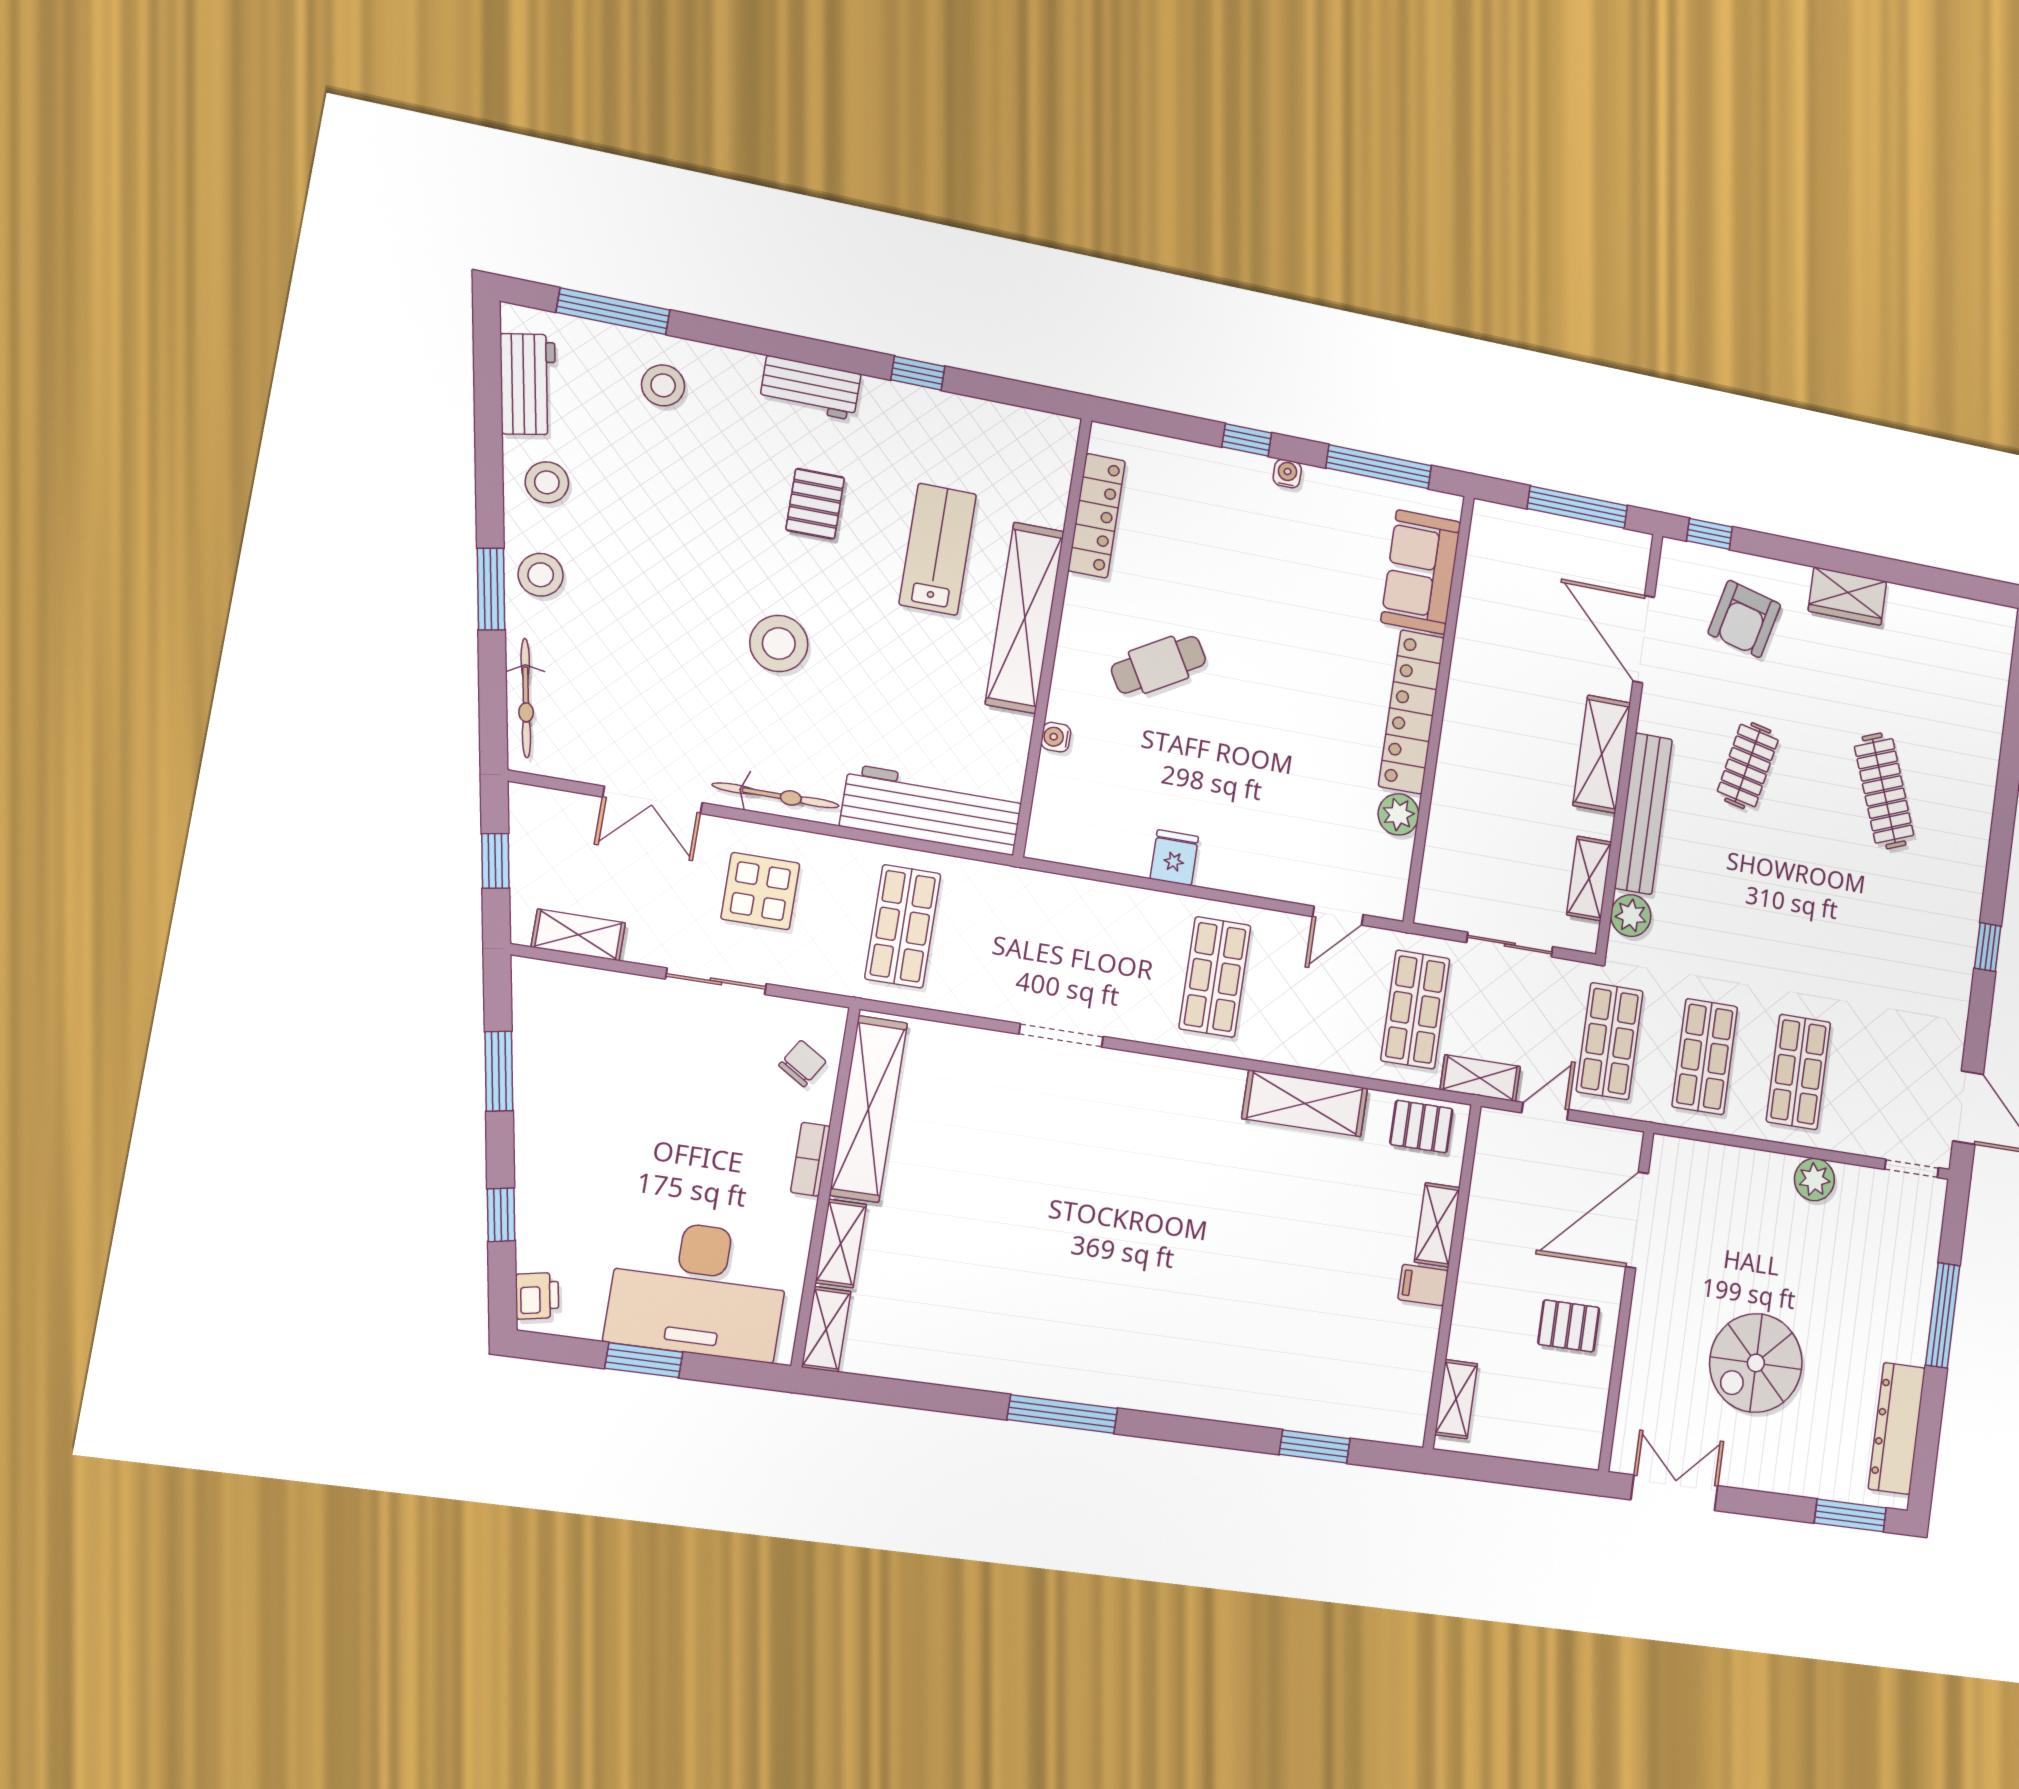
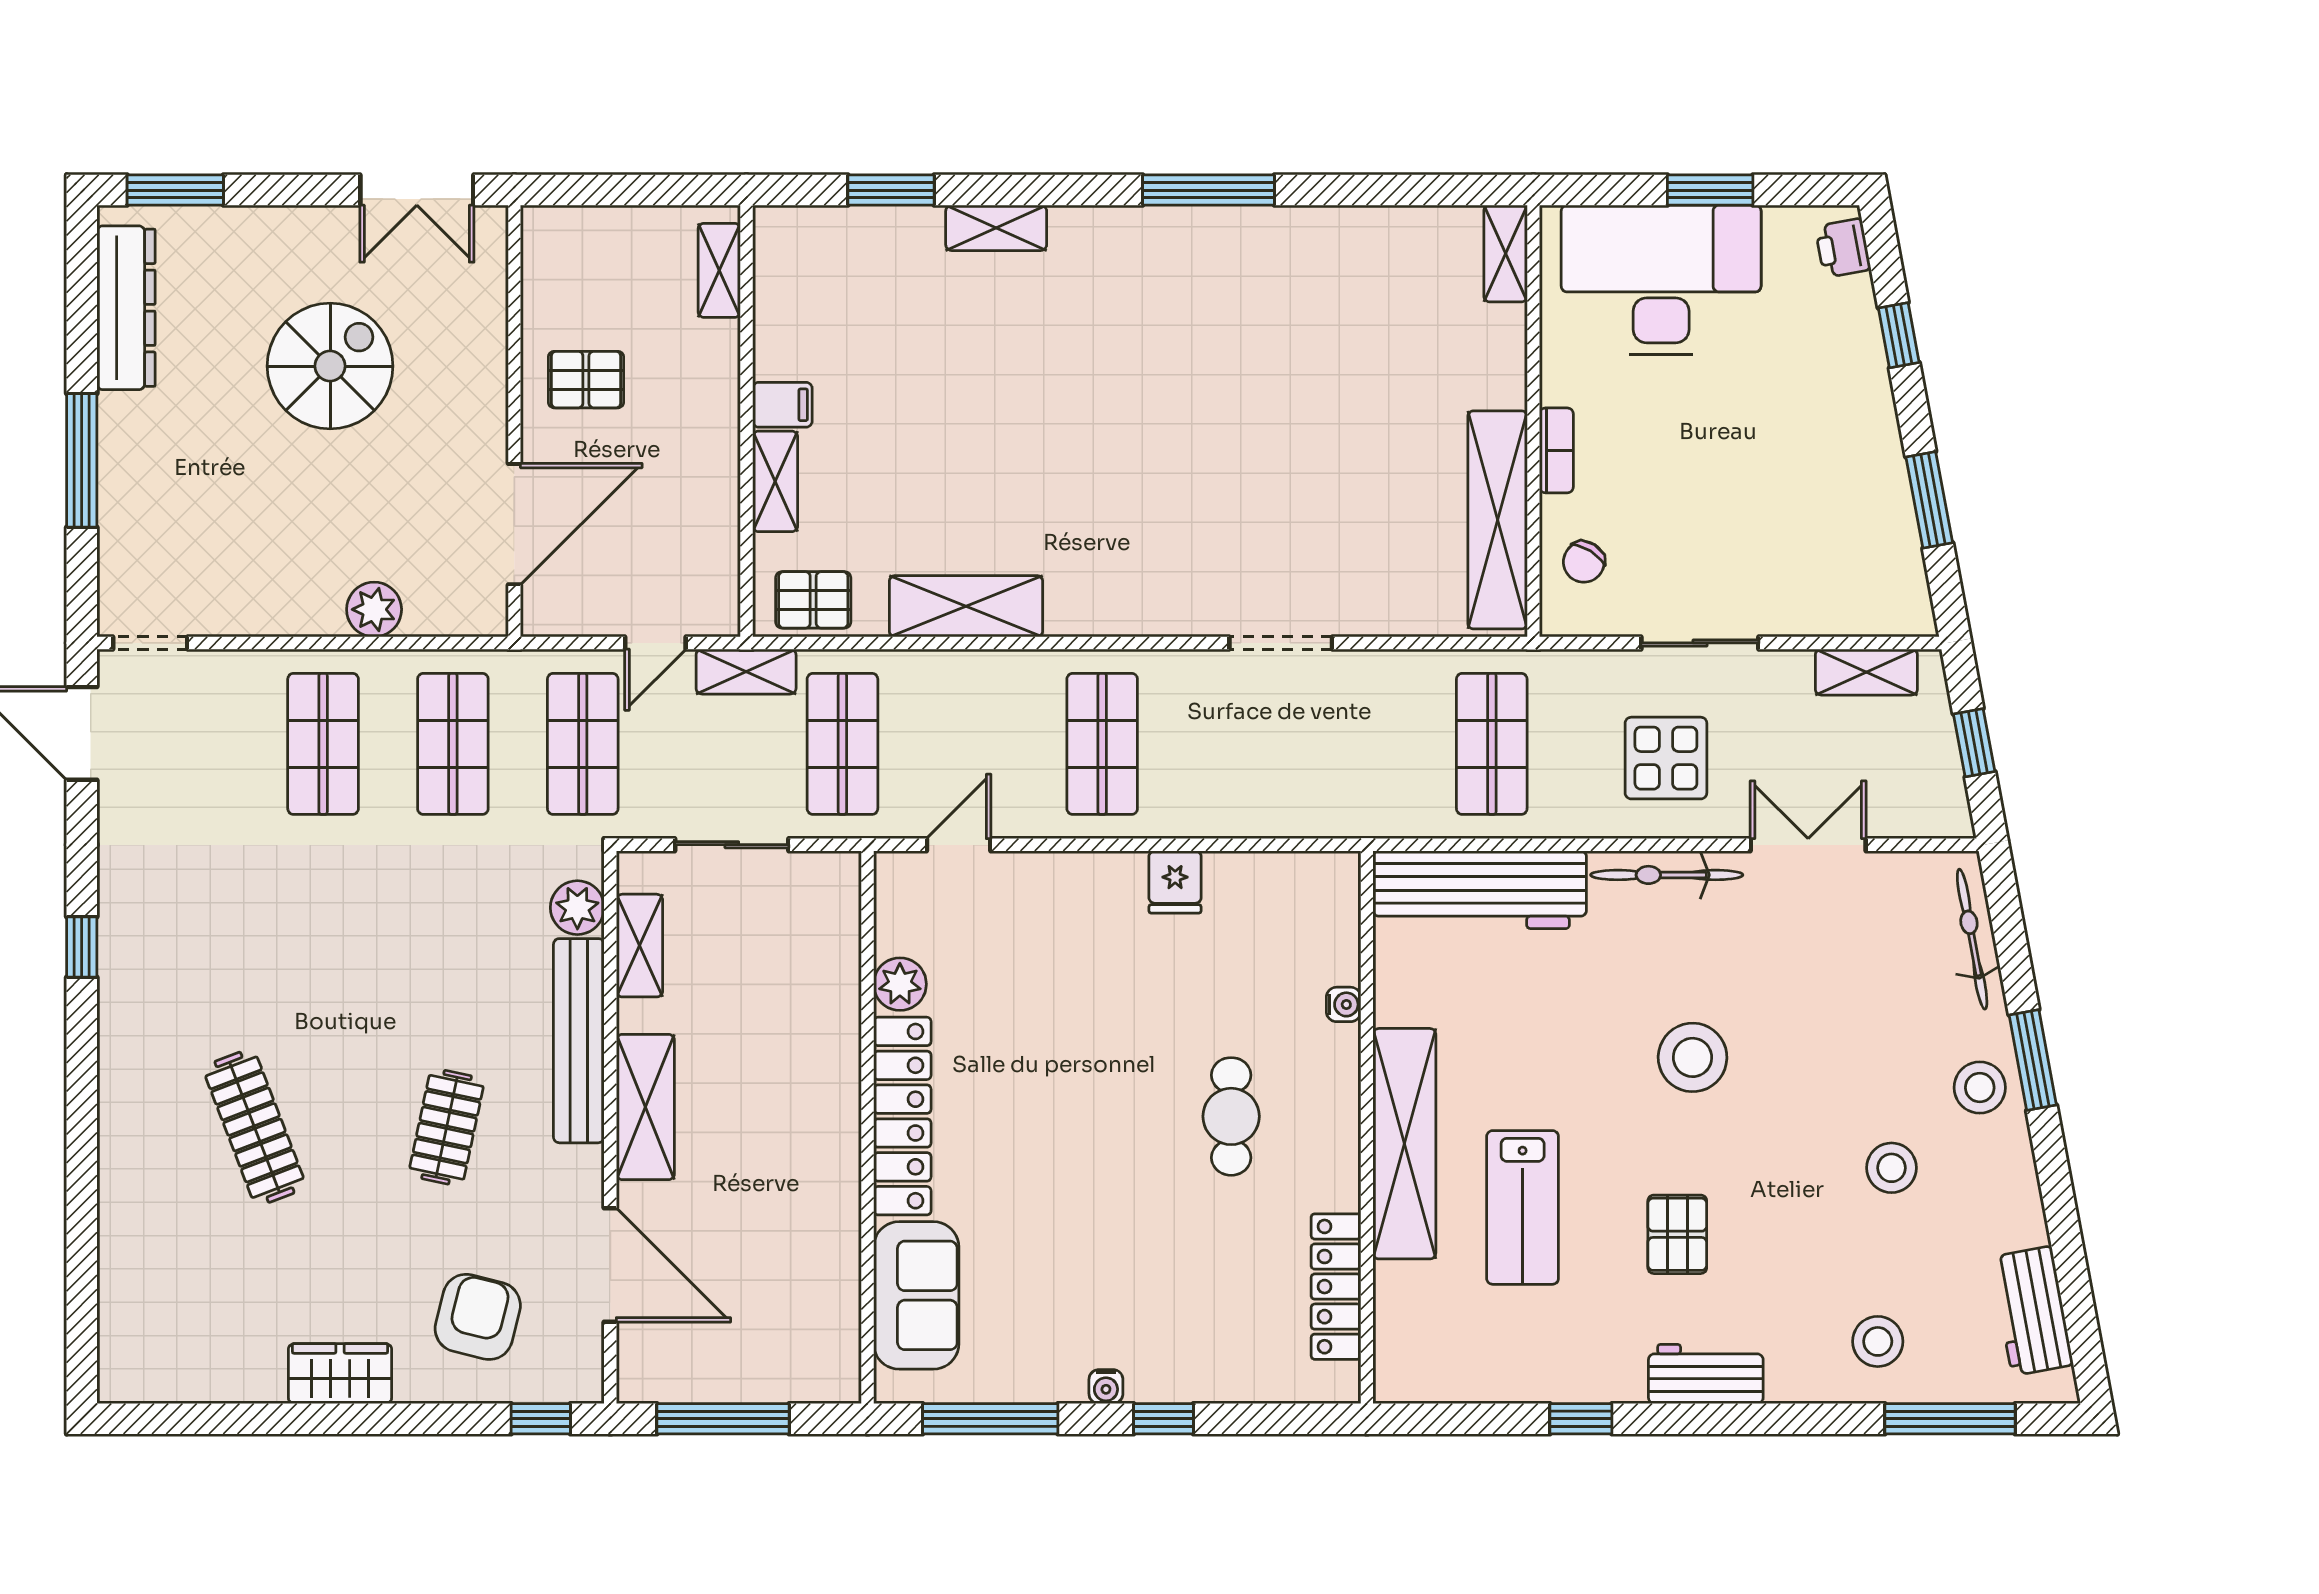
stool: (547, 482) -> (1892, 1168), moved
cafe table: (1158, 665) -> (1231, 1116), turned -60
plant: (1814, 1180) -> (374, 609), moved
shelving: (841, 1244) -> (996, 228), moved, turned 90

